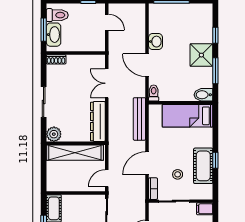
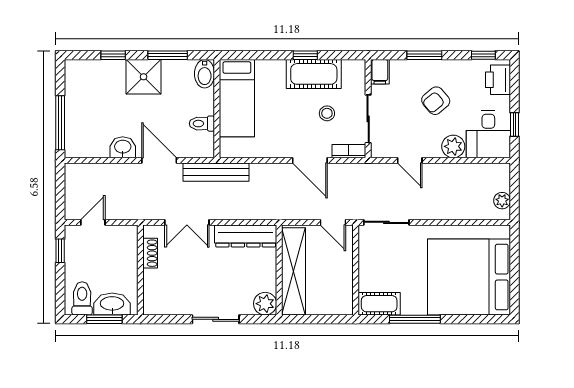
shoe rack: (56, 59) -> (150, 253), moved
door: (147, 65) -> (159, 160), swing flipped
toilet: (154, 93) -> (202, 124), moved
bench: (139, 119) -> (216, 172), moved

